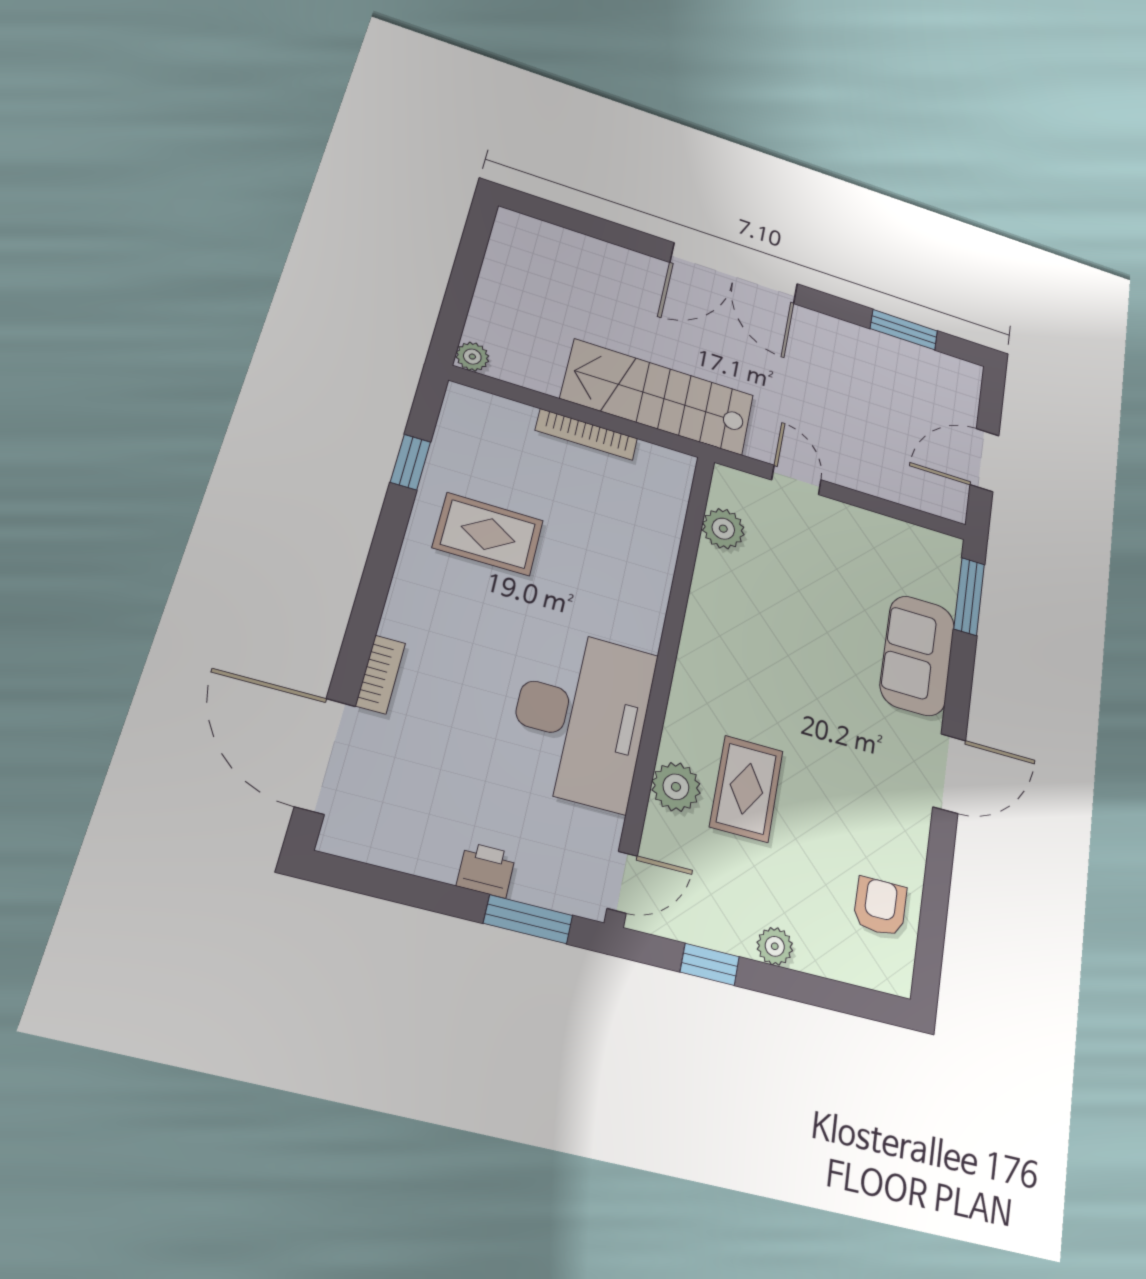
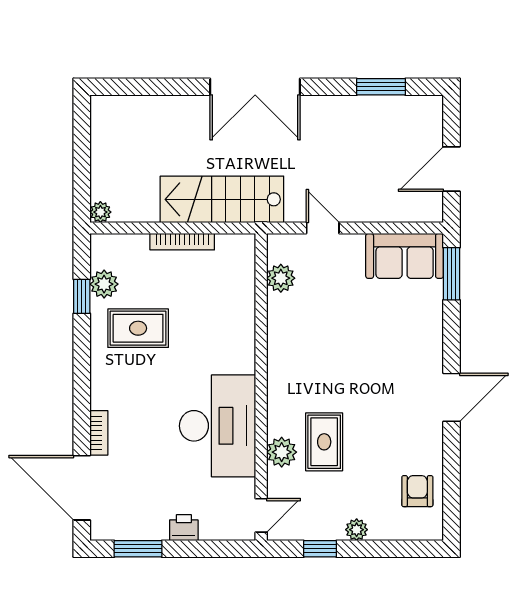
plant: (451, 456) -> (104, 284), added
sofa: (917, 655) -> (405, 256), moved, turned -90
window: (528, 919) -> (138, 549), moved

